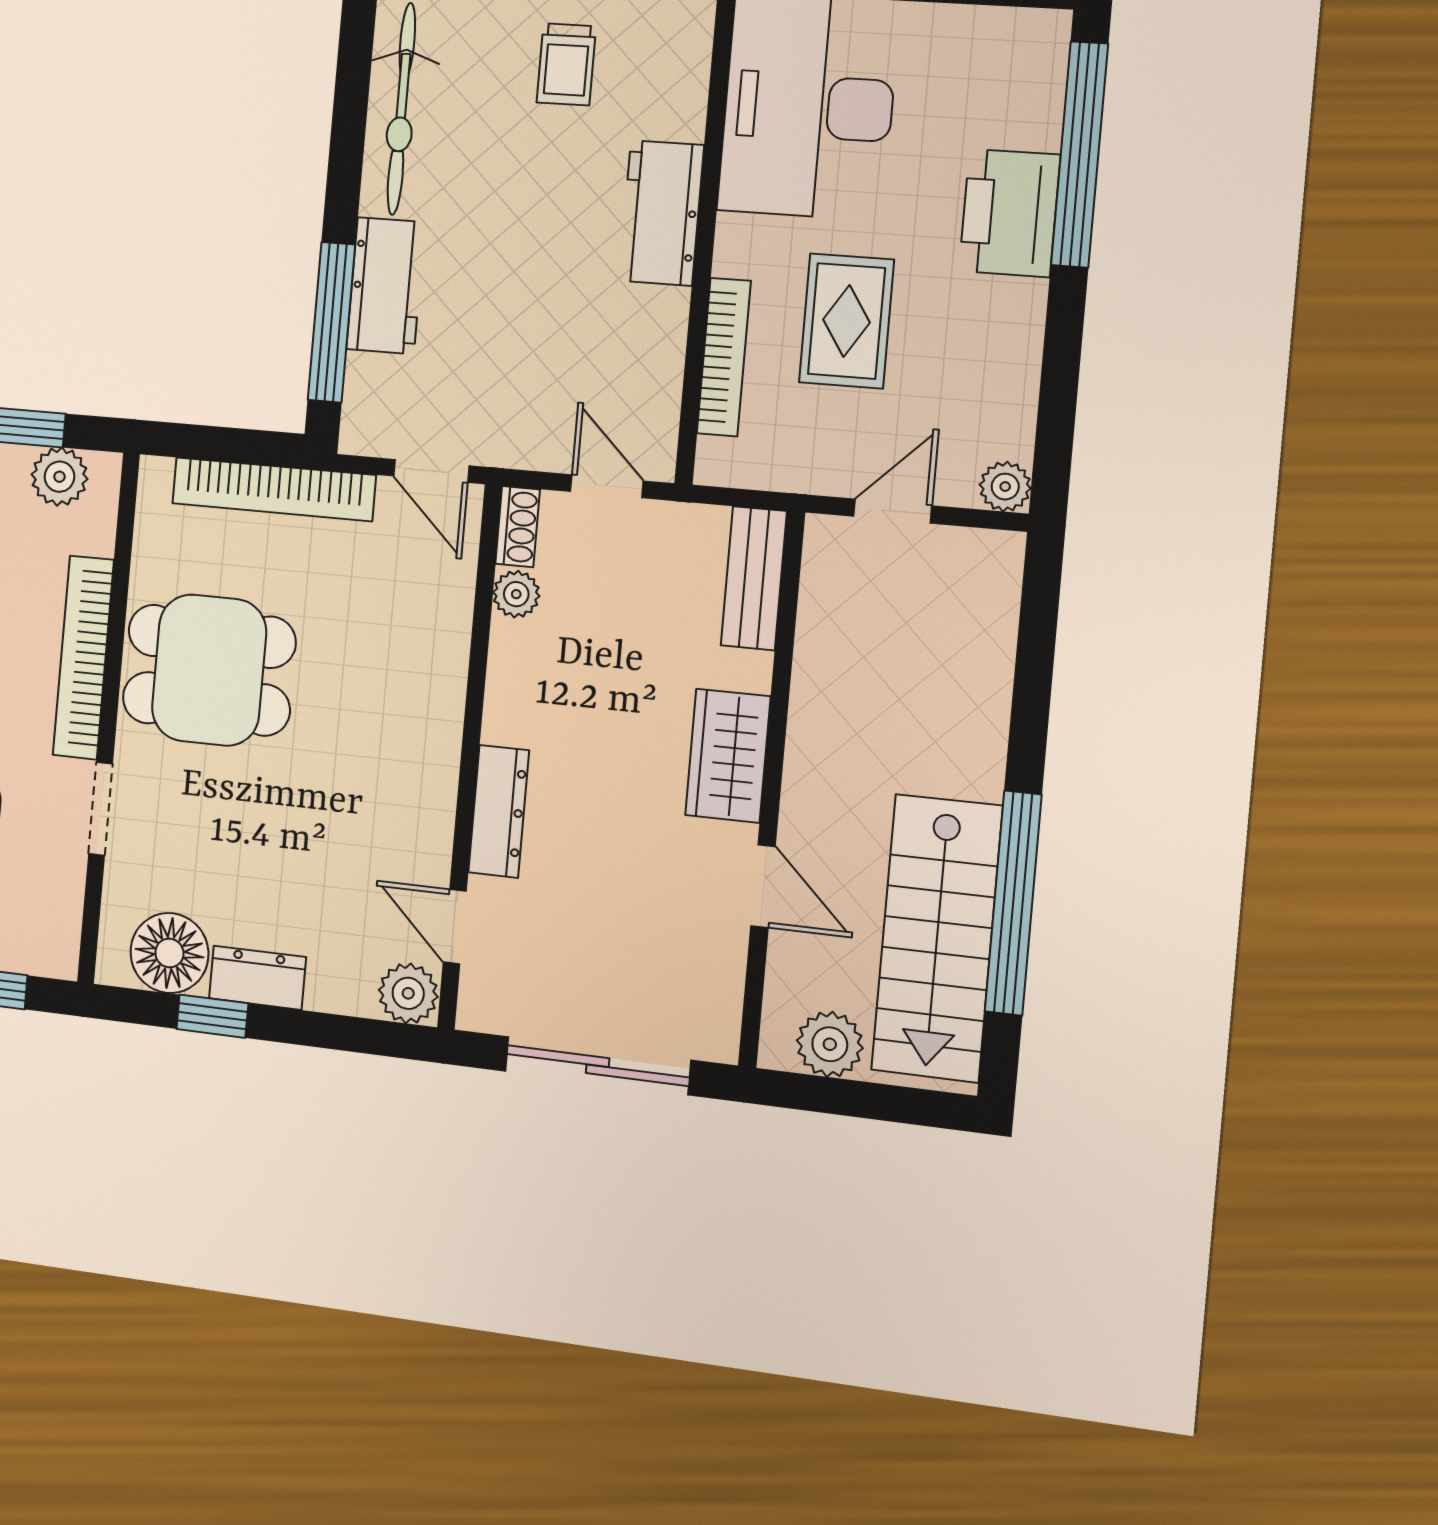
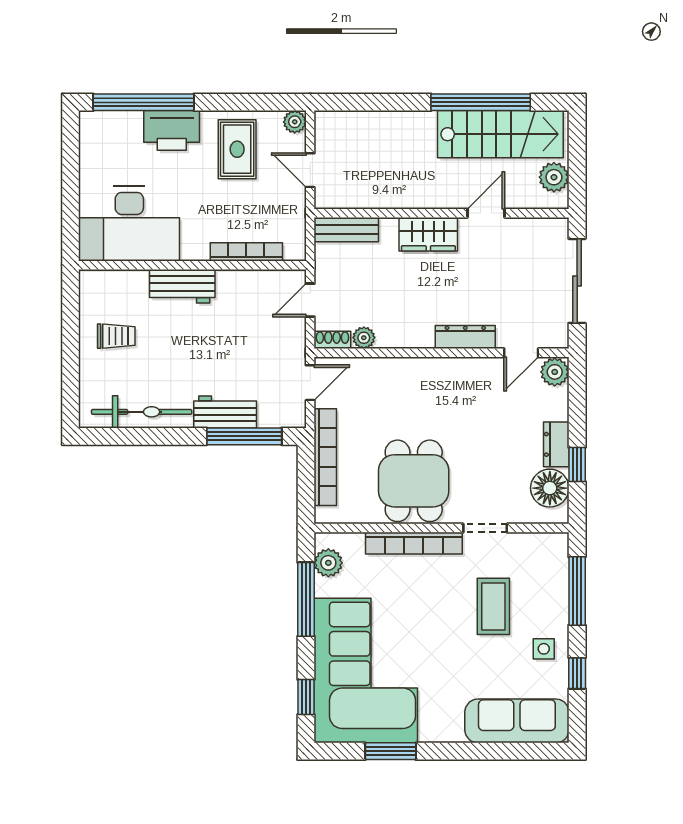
rug: (847, 321) -> (237, 149), moved, turned 90

